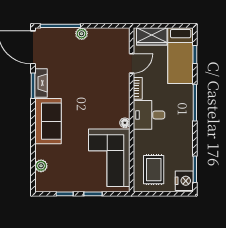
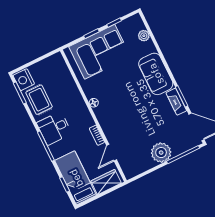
plant: (82, 34) -> (161, 153), width x1.87, depth x1.87
desk: (149, 115) -> (54, 128), moved, turned 180
corner sofa: (109, 158) -> (100, 52), moved, turned 90
rug: (154, 170) -> (39, 100), moved

